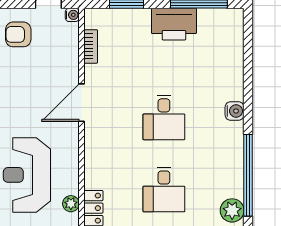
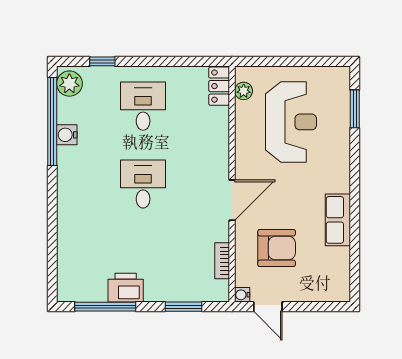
printer: (174, 24) -> (126, 288), width x0.73, depth x0.84
armchair: (18, 34) -> (277, 248), moved, width x1.38, depth x1.38
water cooler: (235, 111) -> (67, 135), moved

